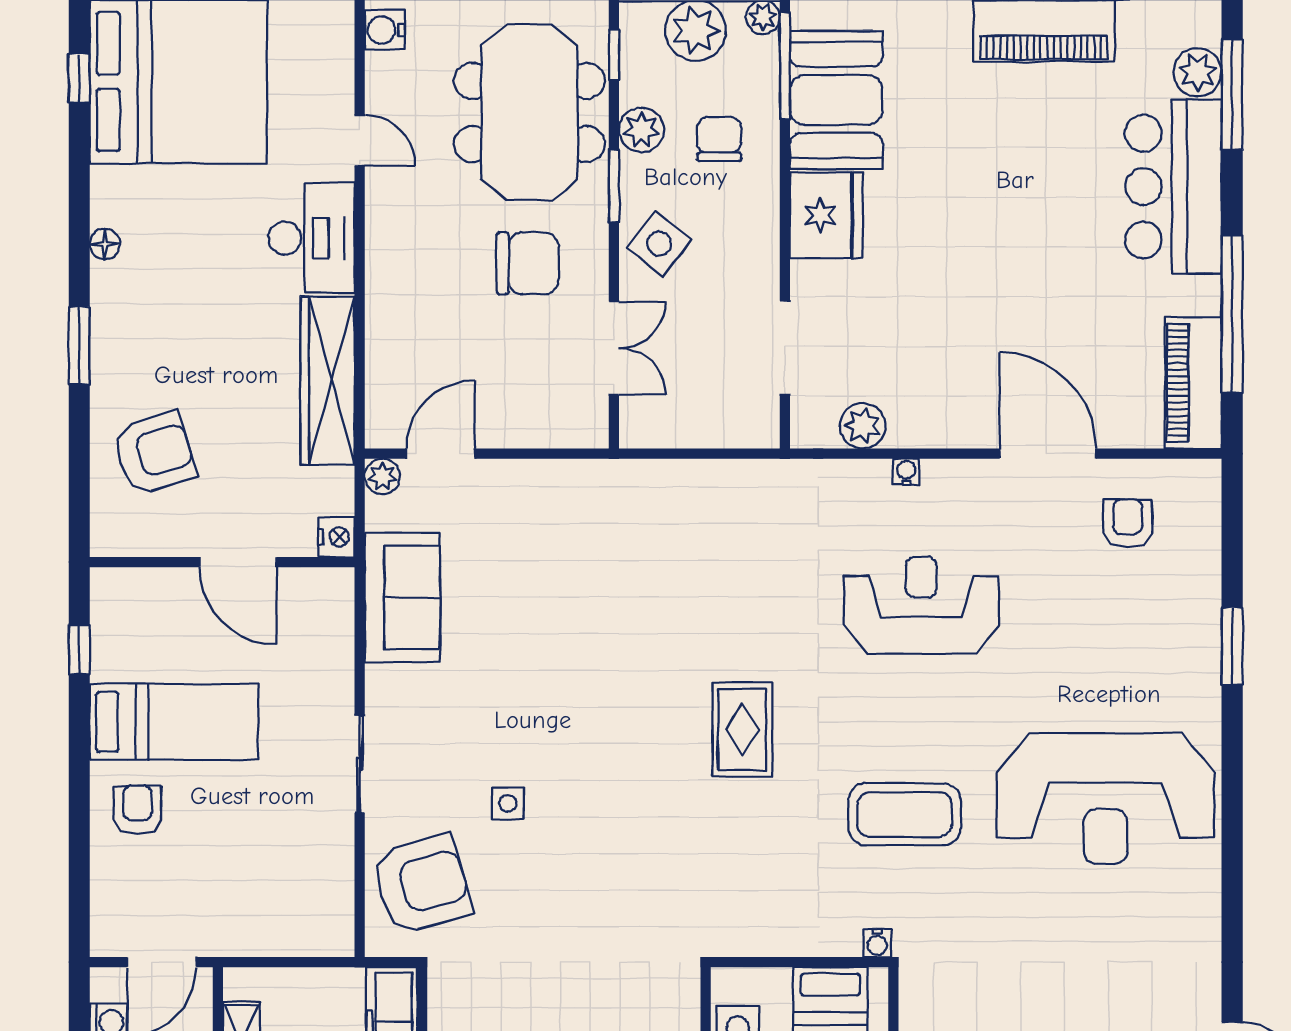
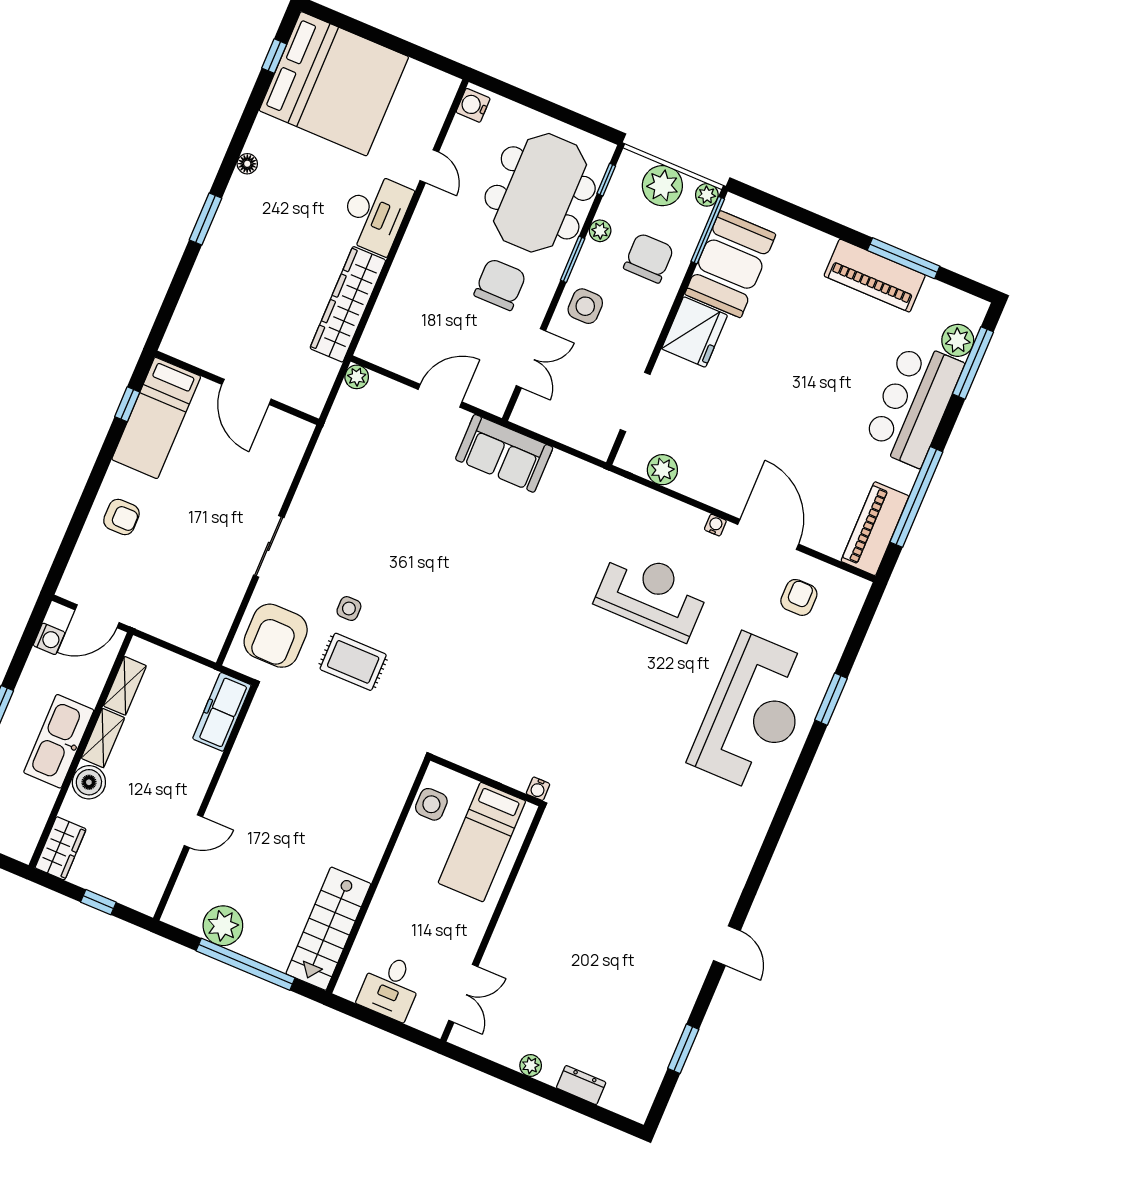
plant: (641, 130) -> (600, 231), width x0.73, depth x0.73
chair: (719, 139) -> (649, 258), width x1.37, depth x1.37
side table: (659, 244) -> (585, 306), turned -38
chair: (528, 263) -> (500, 284), turned -90
armchair: (154, 453) -> (224, 304), removed
door: (441, 454) -> (440, 396), moved
water cooler: (906, 472) -> (715, 525), moved
nightstand: (336, 537) -> (313, 402), removed
sofa: (402, 597) -> (504, 453), moved, turned 90
bed: (174, 722) -> (156, 418), moved, turned 90
rug: (742, 730) -> (353, 662), moved, turned 90
reception desk: (1106, 798) -> (754, 713), moved, turned -90
armchair: (137, 810) -> (121, 517), turned 90
coffee table: (905, 814) -> (588, 717), removed
armchair: (422, 884) -> (276, 636), turned 106

